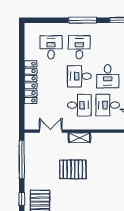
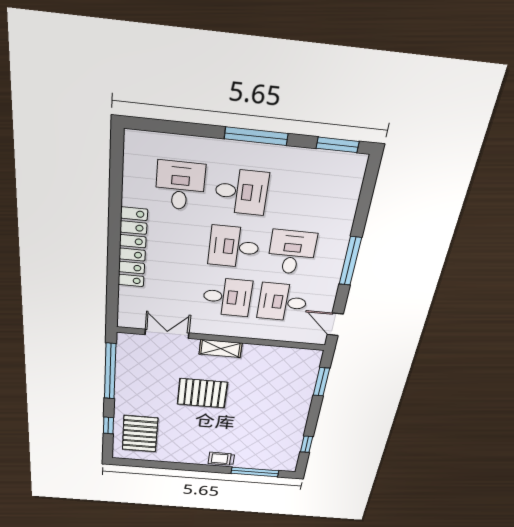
desk: (79, 47) -> (241, 192), turned 90
desk: (108, 76) -> (292, 252), turned 180

